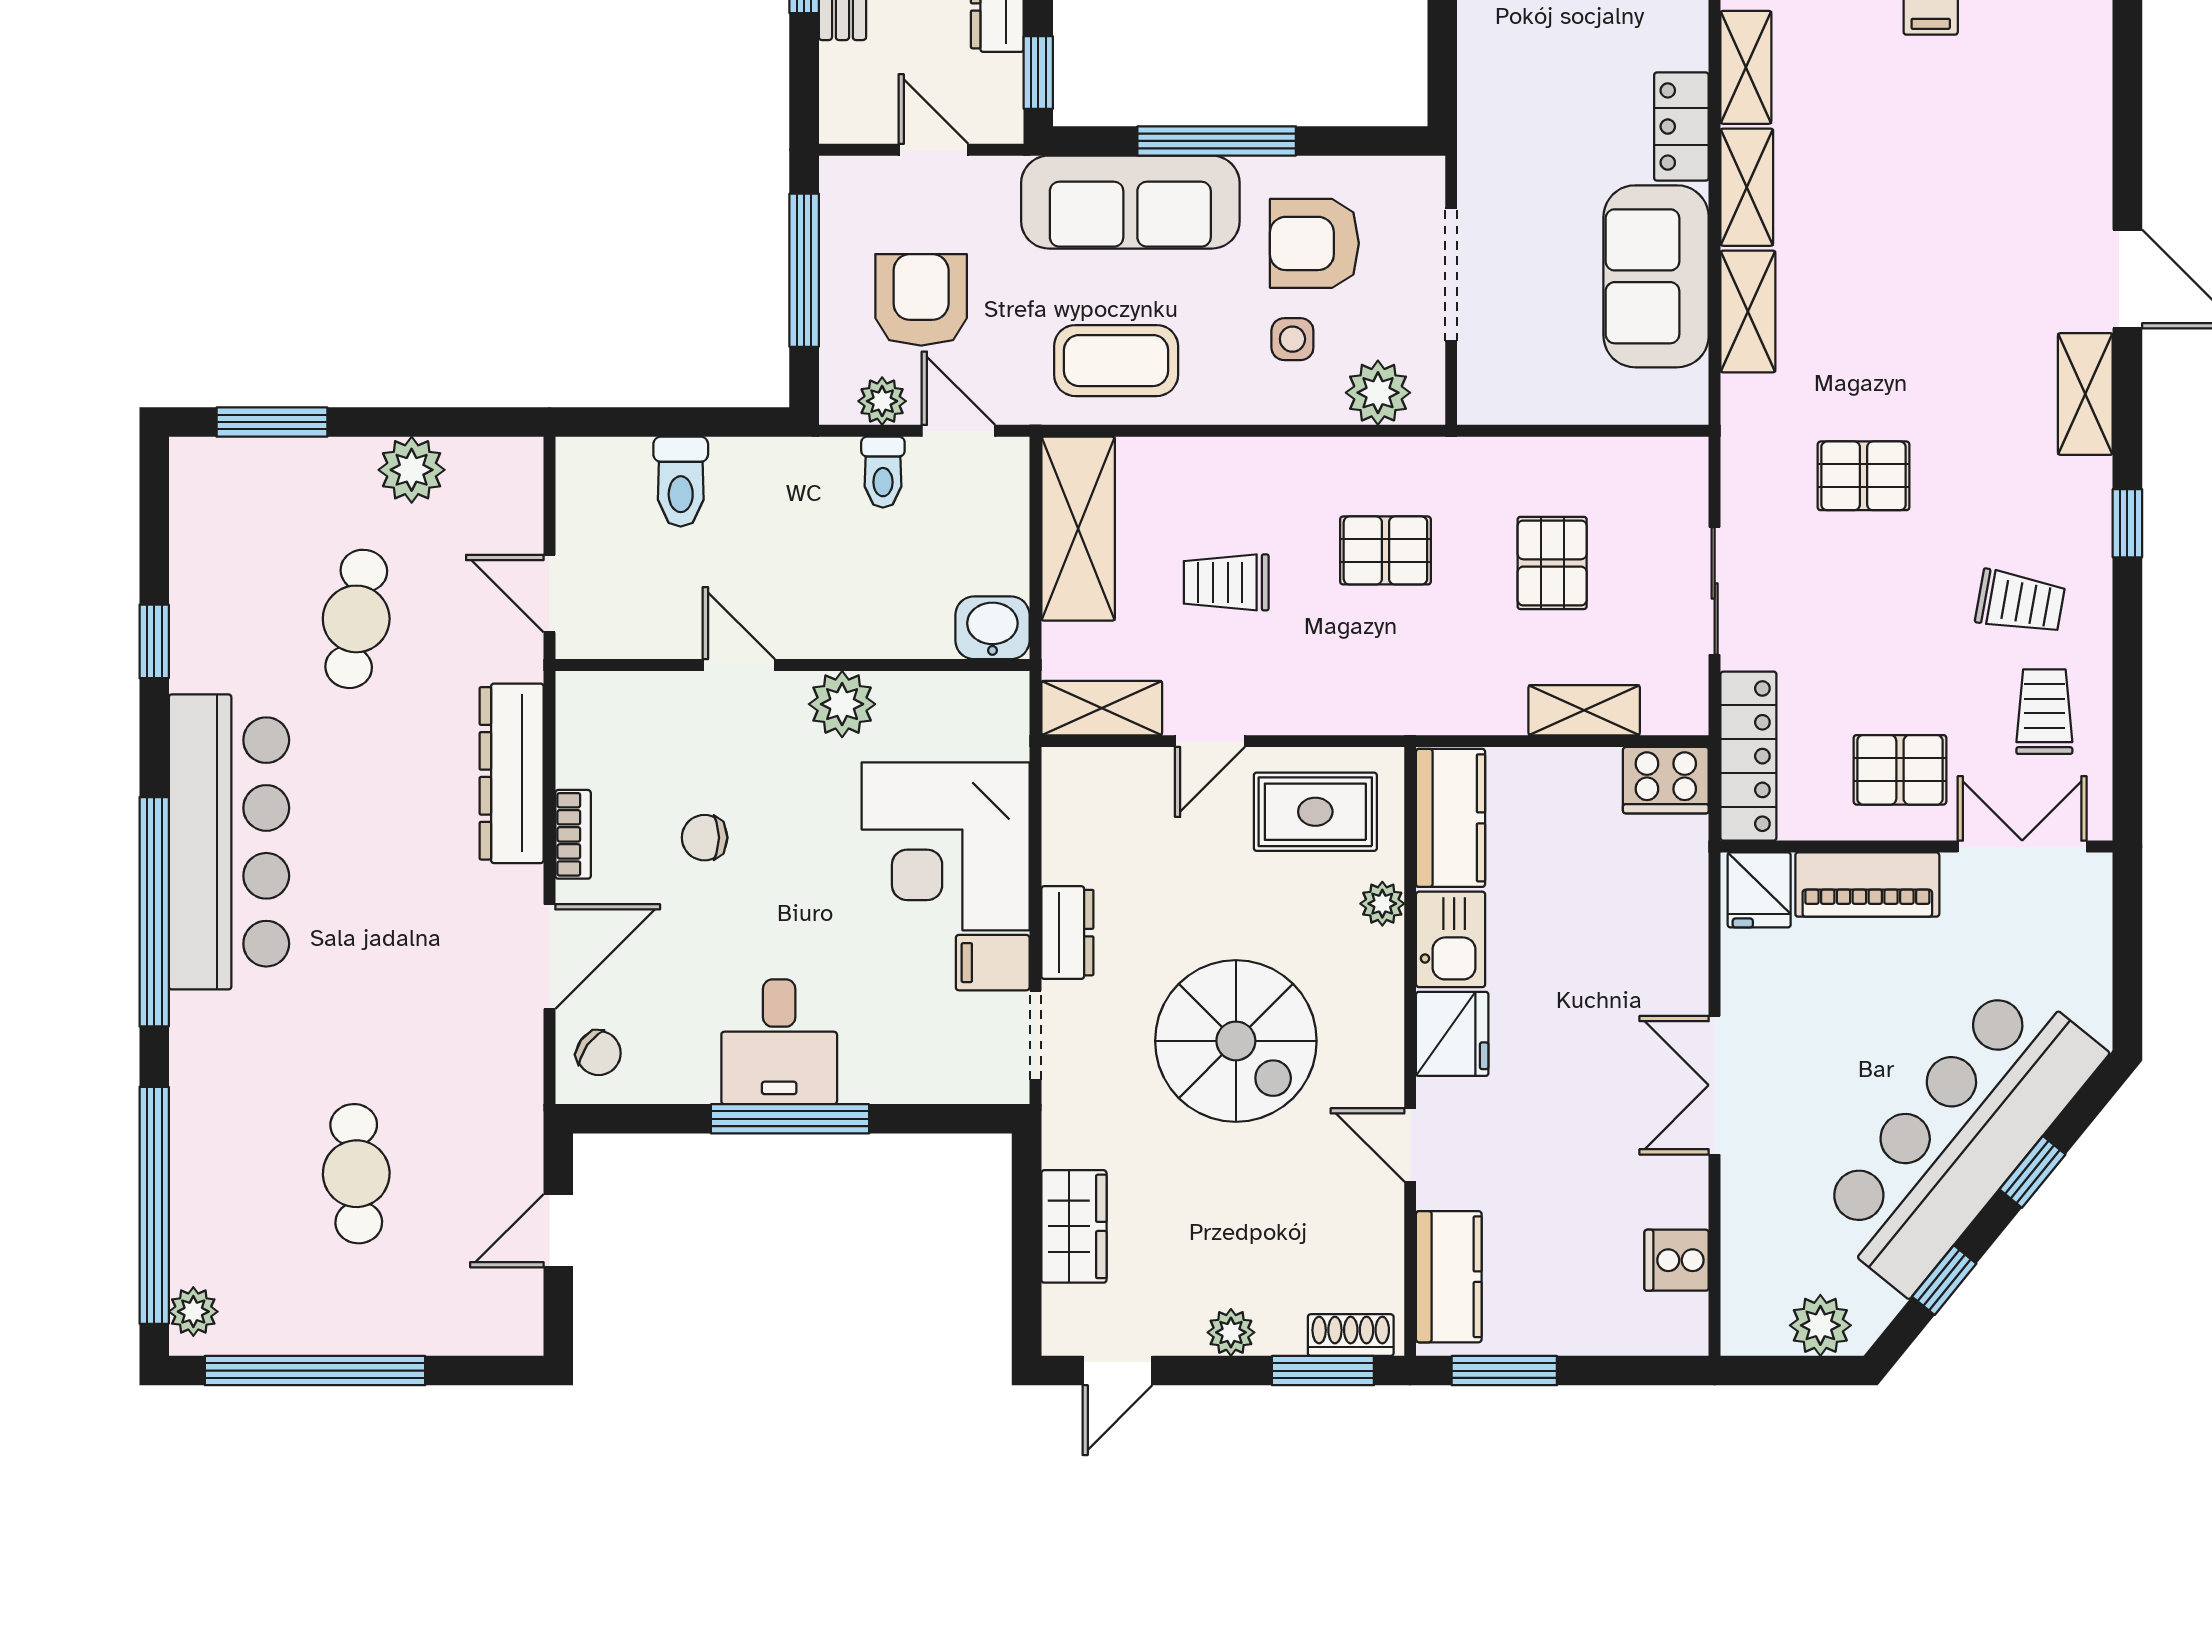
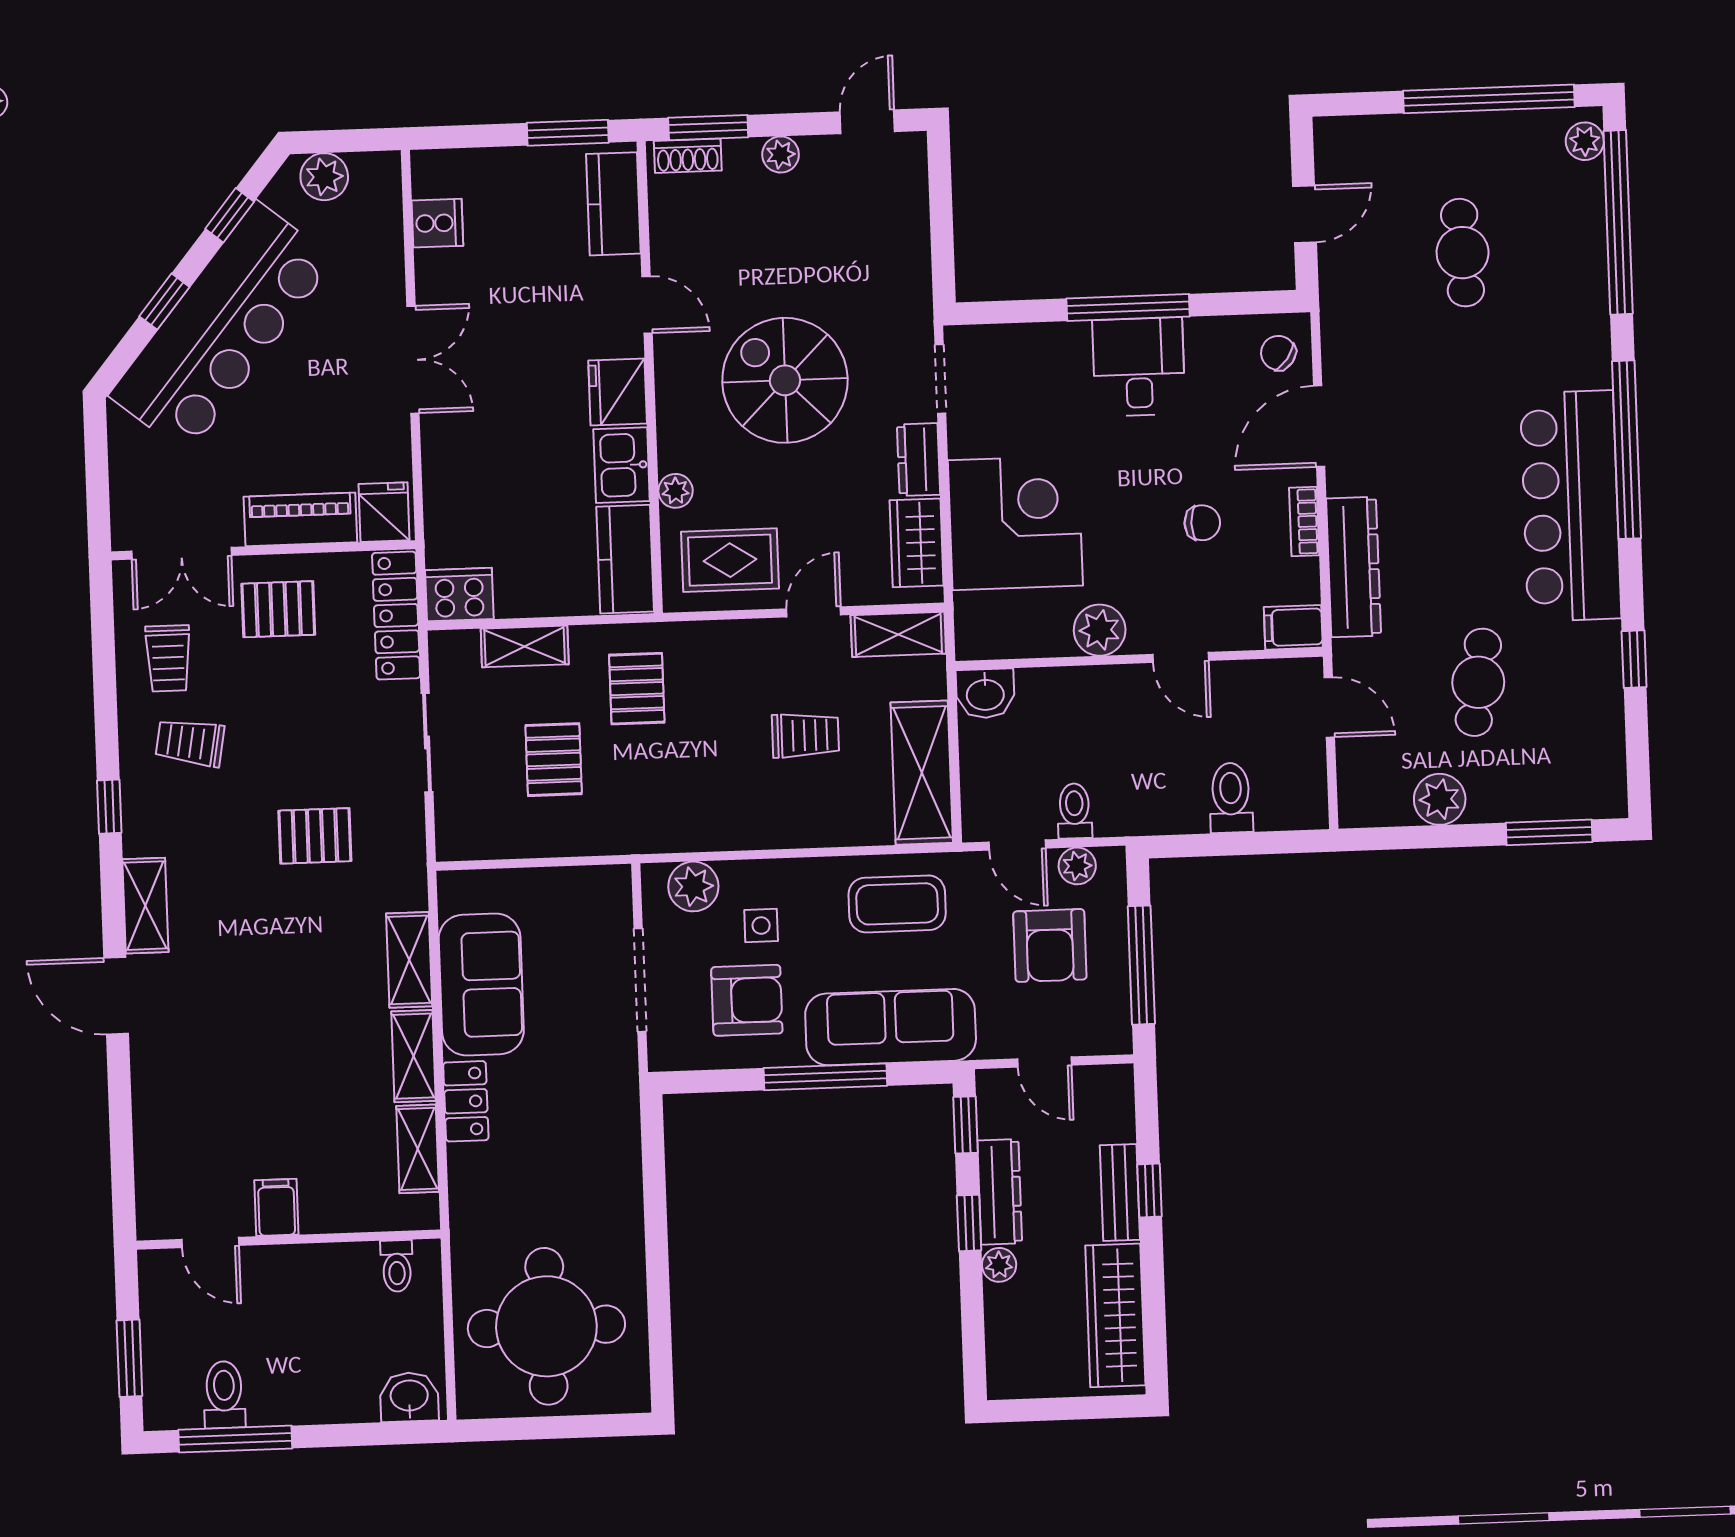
pallet: (1385, 550) -> (637, 689), moved, turned 90
filing cabinet: (993, 963) -> (1293, 627), moved, turned 180
wardrobe: (1074, 1226) -> (917, 543), moved

